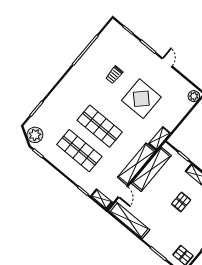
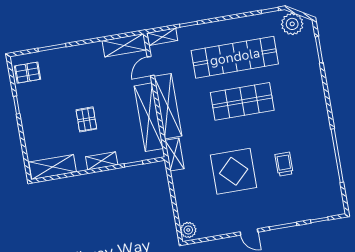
shop shelf: (79, 151) -> (235, 57), width x1.40
door: (123, 192) -> (151, 66), hinge flipped
shelving: (129, 220) -> (124, 45), width x0.68

